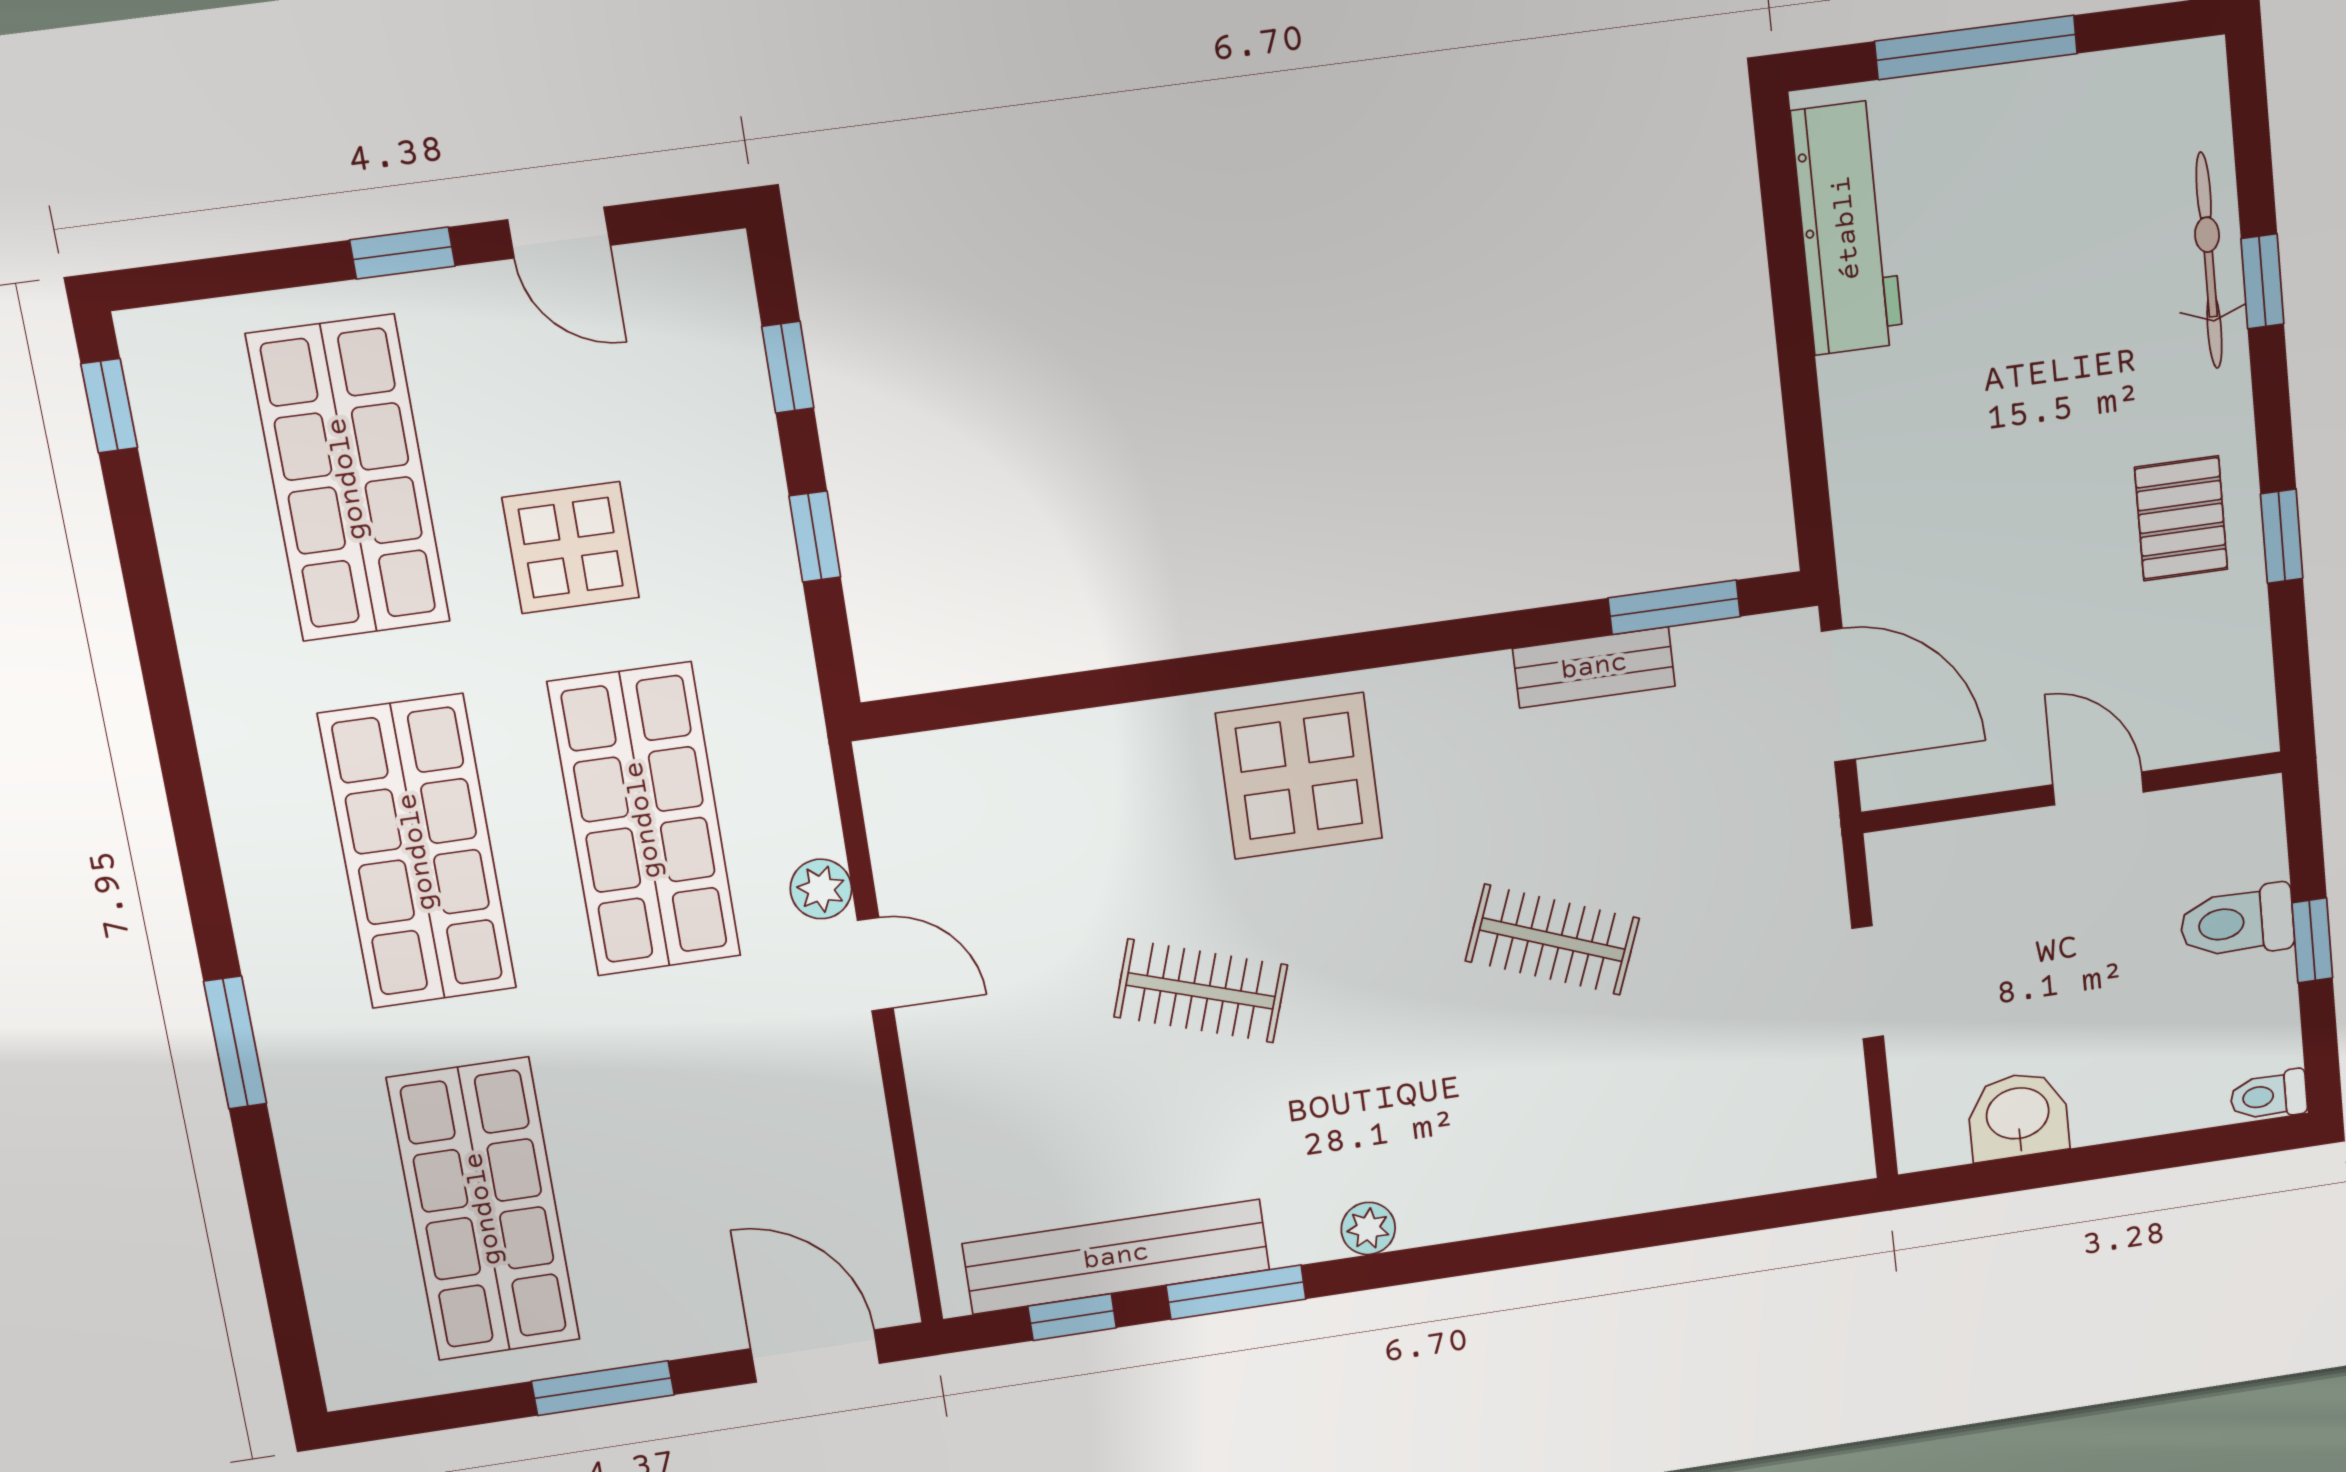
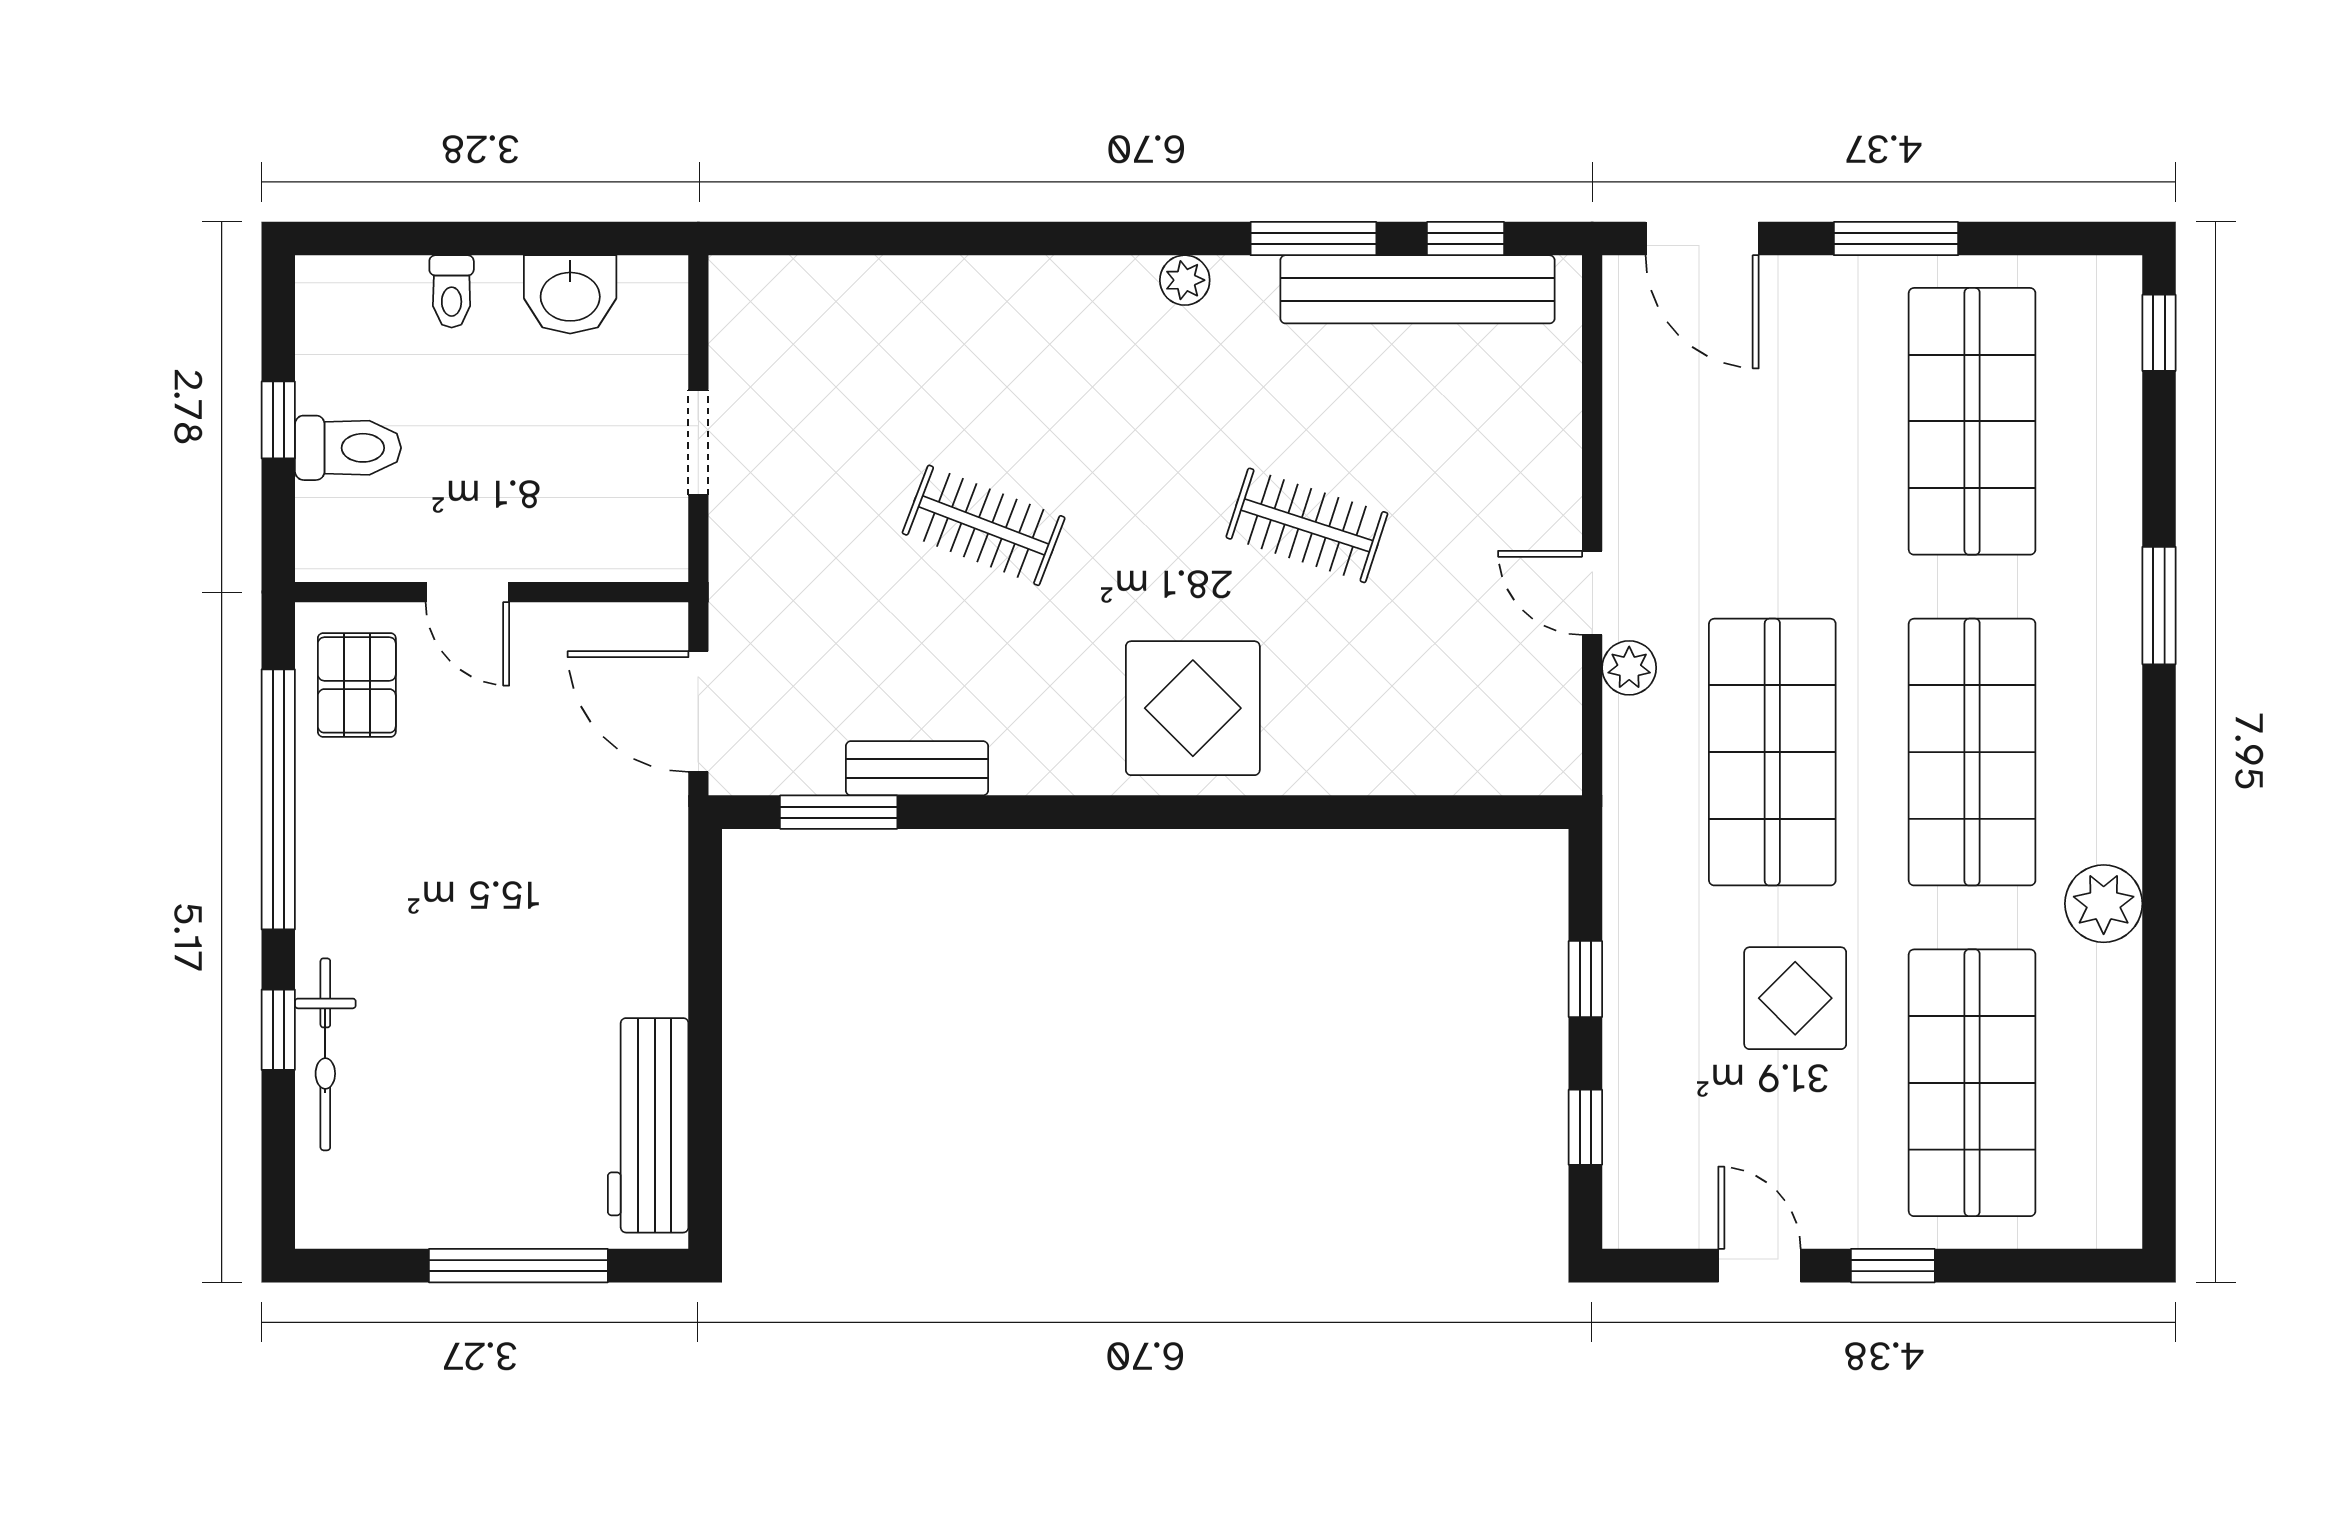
window: (109, 406) -> (2159, 333), moved
pallet: (2181, 518) -> (357, 685), moved
window: (2282, 536) -> (278, 799), width x3.17
plant: (234, 704) -> (2104, 904), added
toilet: (2269, 1096) -> (452, 291), moved, turned 90

